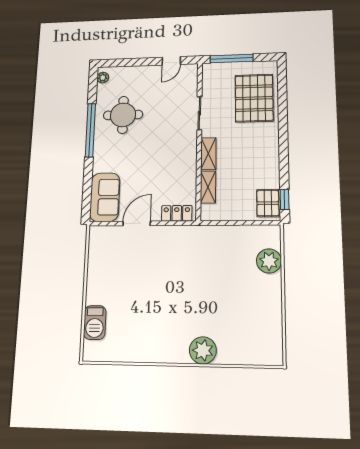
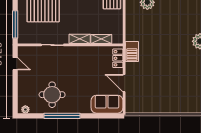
barbecue: (95, 323) -> (132, 52), moved, turned 90

